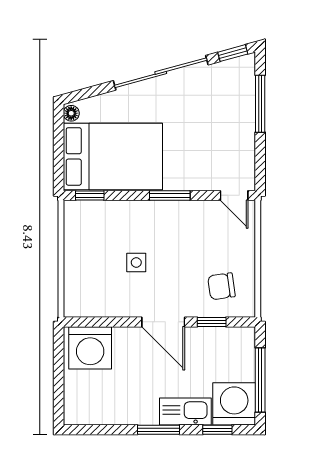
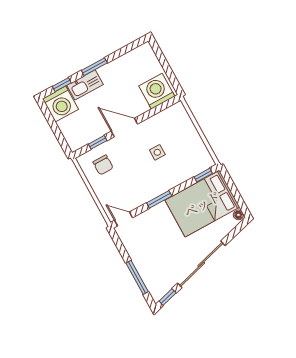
chair: (221, 286) -> (103, 165), turned 98
window: (260, 380) -> (53, 125), removed

